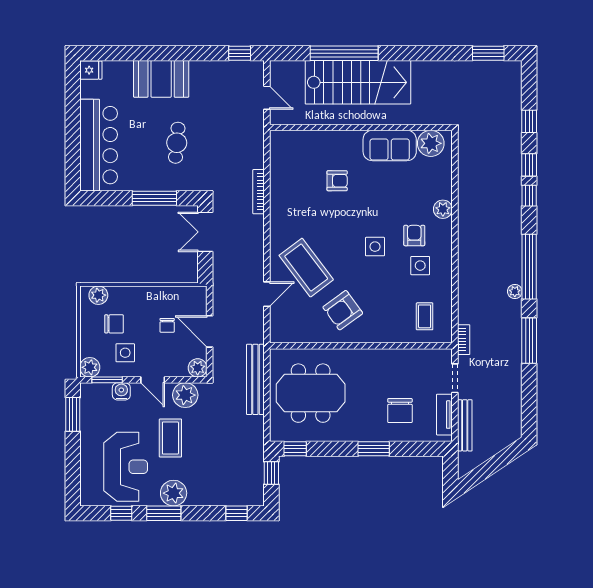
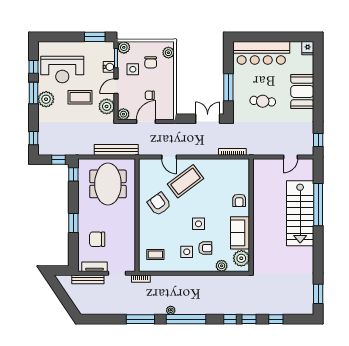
wall: (361, 128) -> (251, 215), moved
plant: (431, 143) -> (241, 258), moved
sofa: (390, 145) -> (240, 233), moved

